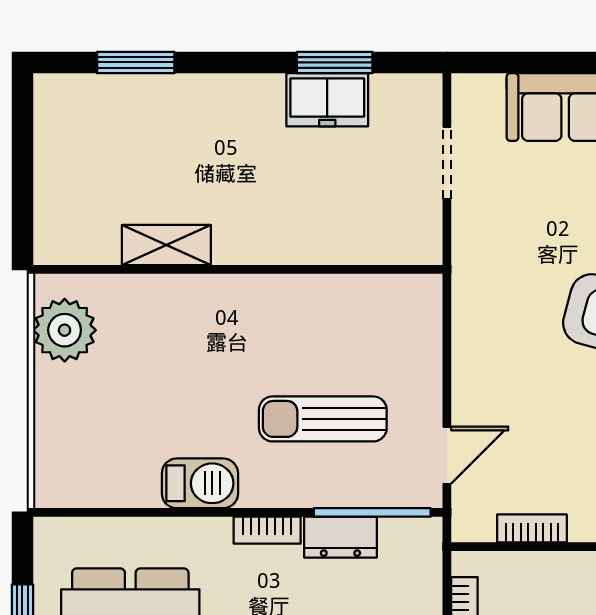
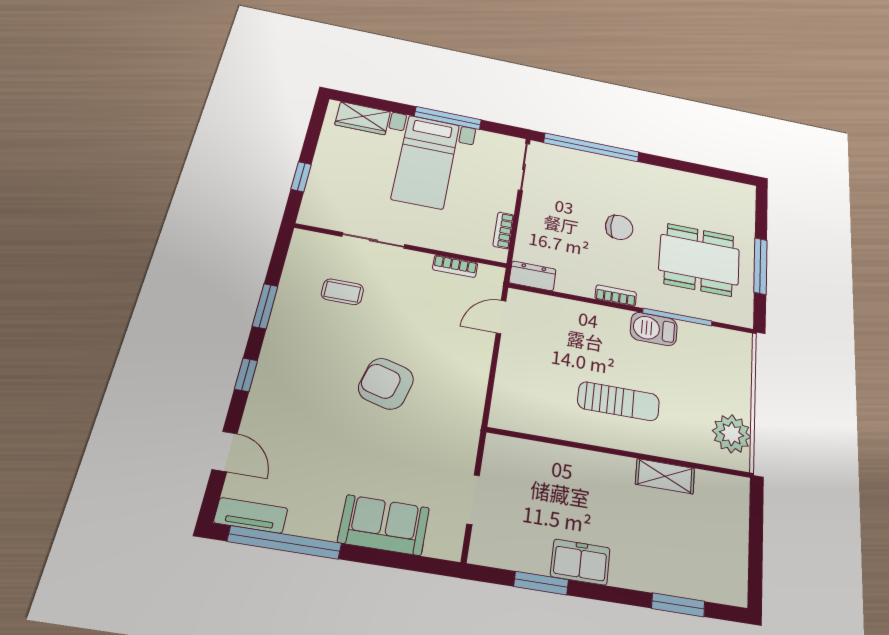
freezer: (327, 100) -> (580, 562), moved
sun lounger: (323, 419) -> (618, 401), moved
window: (372, 512) -> (677, 317), moved
dresser: (340, 537) -> (533, 276), moved

